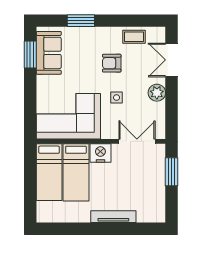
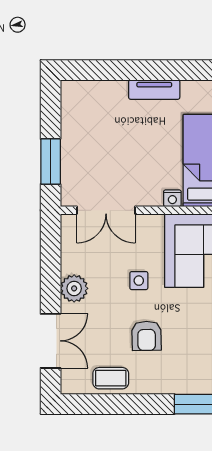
armchair: (112, 63) -> (147, 336), turned 89
nightstand: (100, 153) -> (172, 198), width x0.53, depth x0.56
tv unit: (113, 217) -> (154, 90), width x0.71

